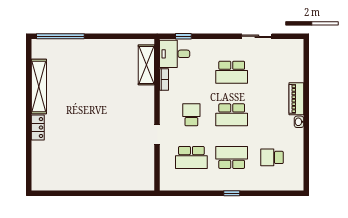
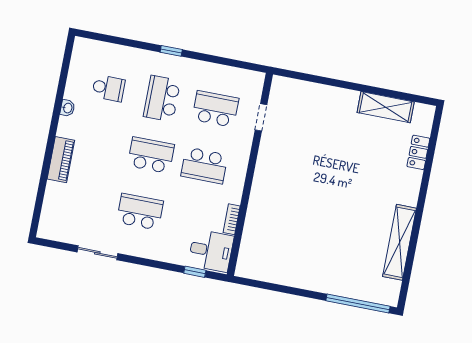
shelving: (146, 65) -> (386, 107), moved, turned 90
school desk: (191, 115) -> (204, 166), width x1.85
washbasin: (299, 122) -> (67, 108), moved
locker: (38, 128) -> (418, 152), moved
doorway: (157, 134) -> (261, 117), moved
school desk: (232, 157) -> (162, 99), turned 90

